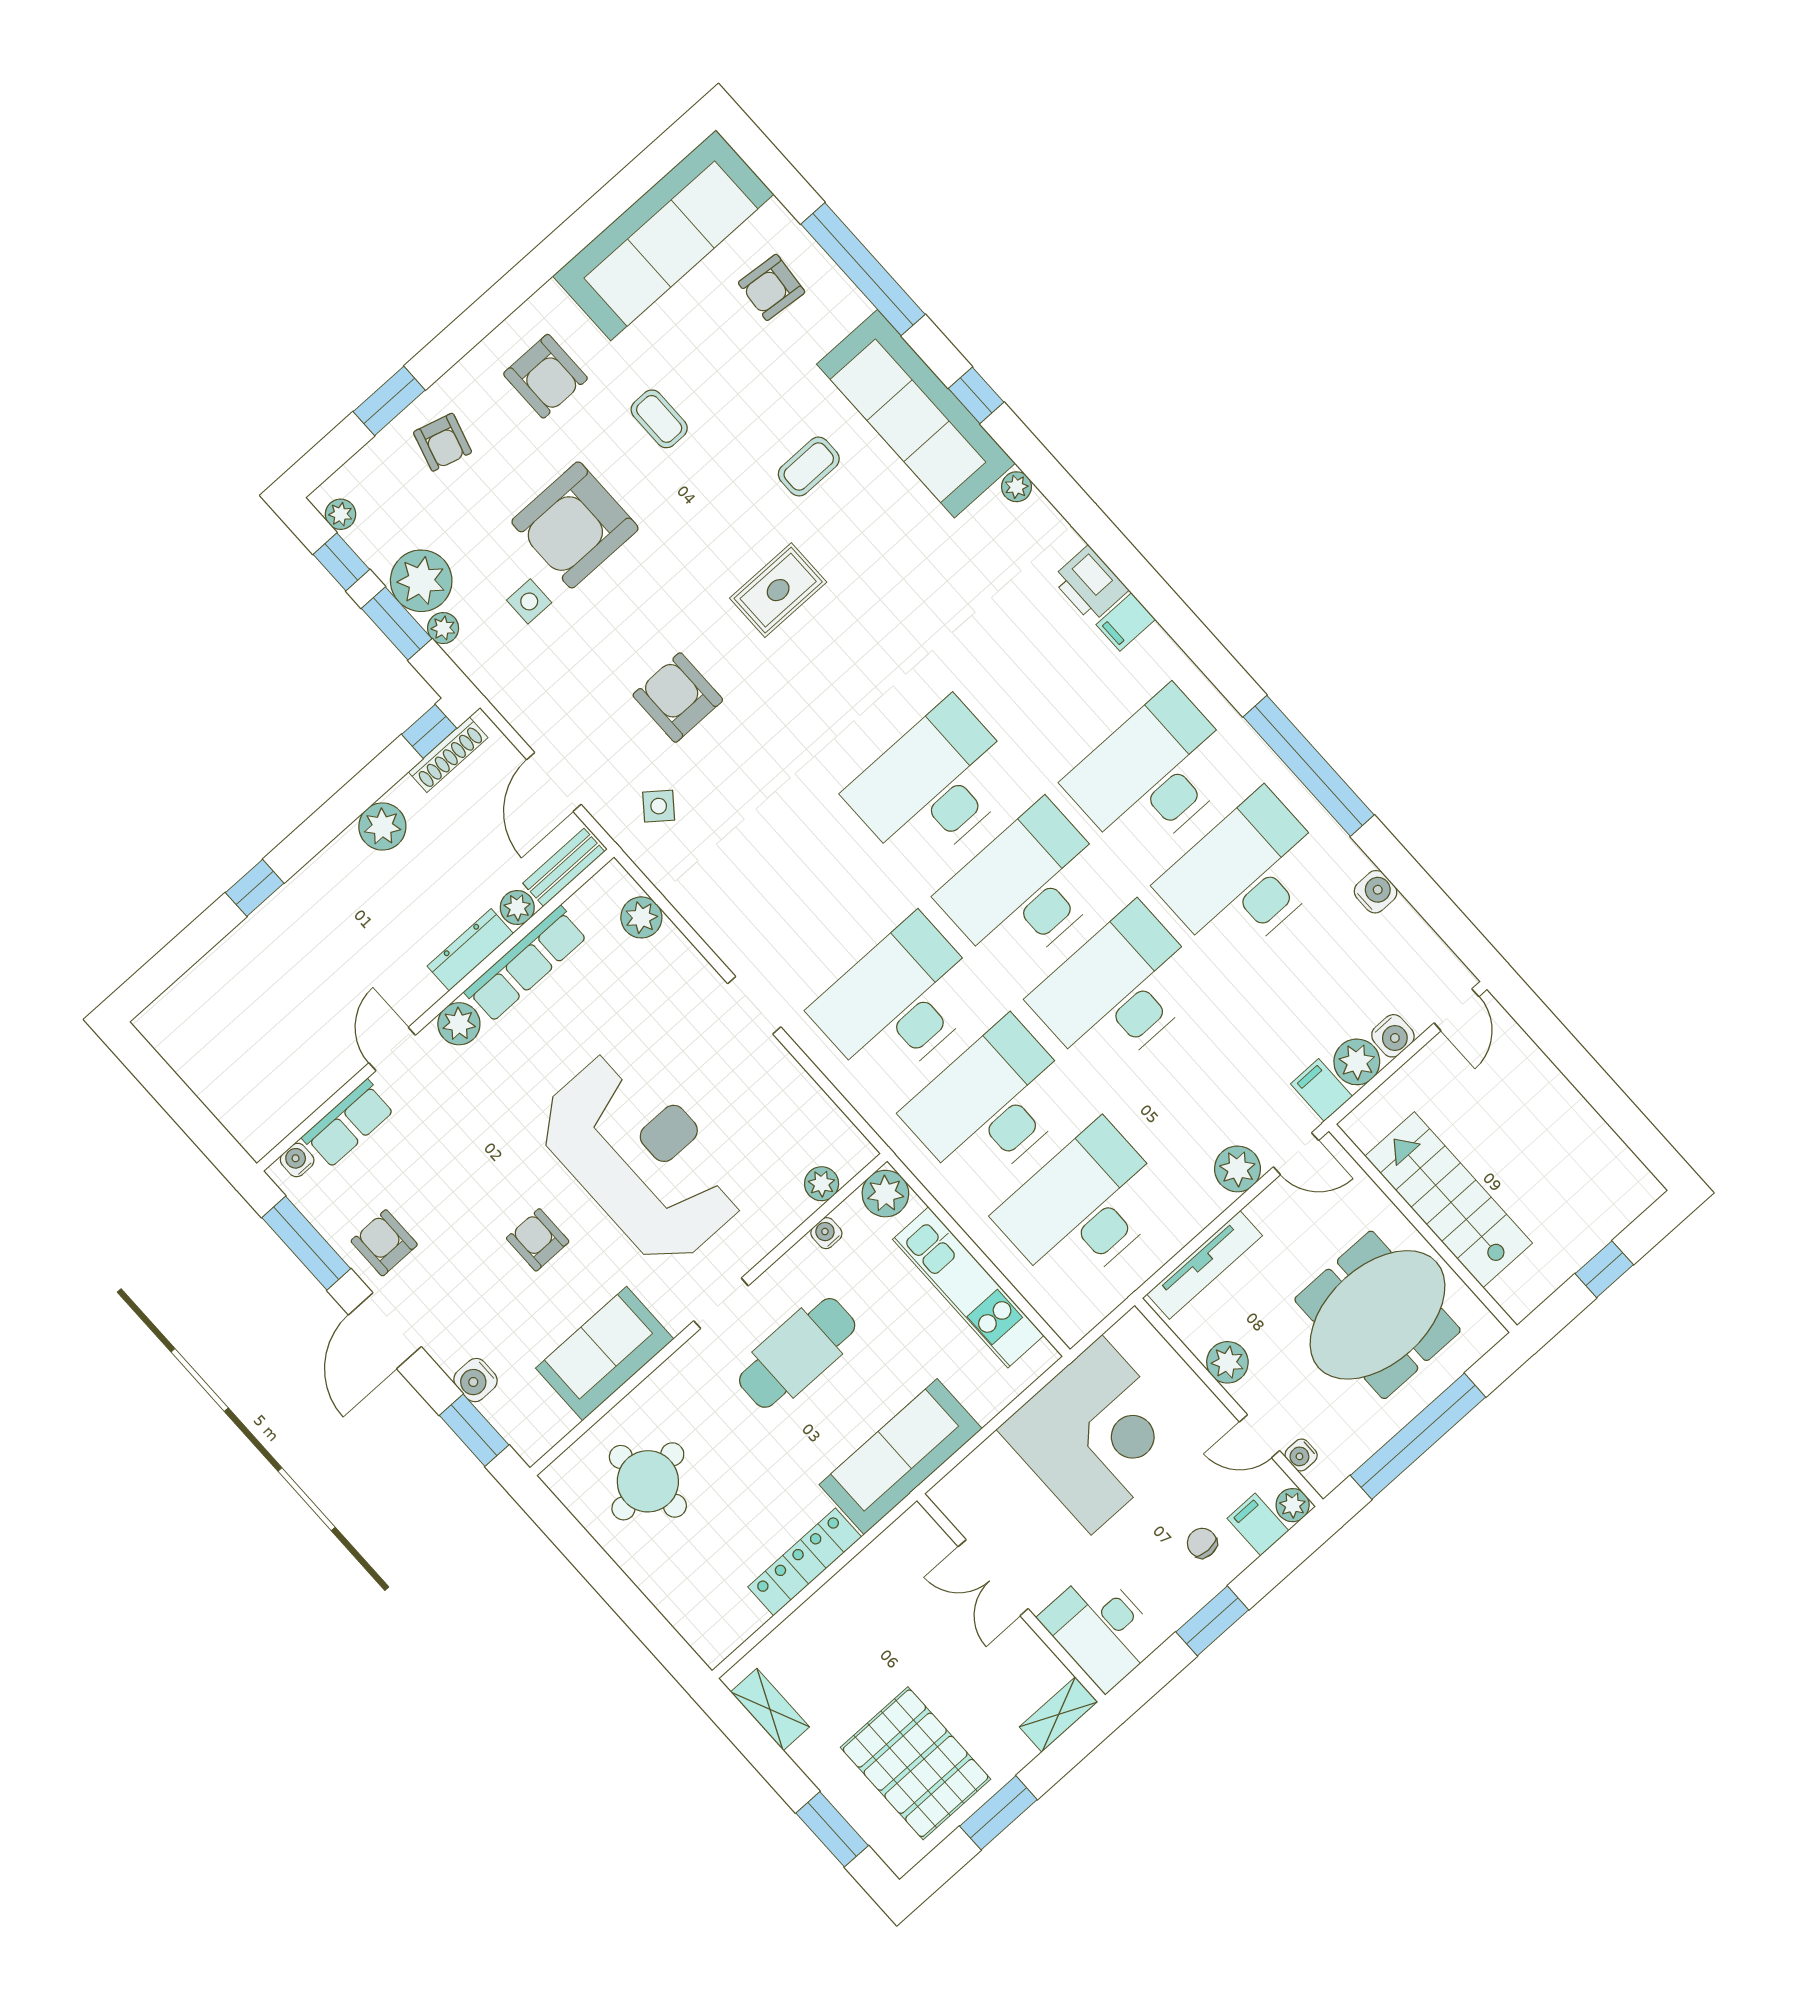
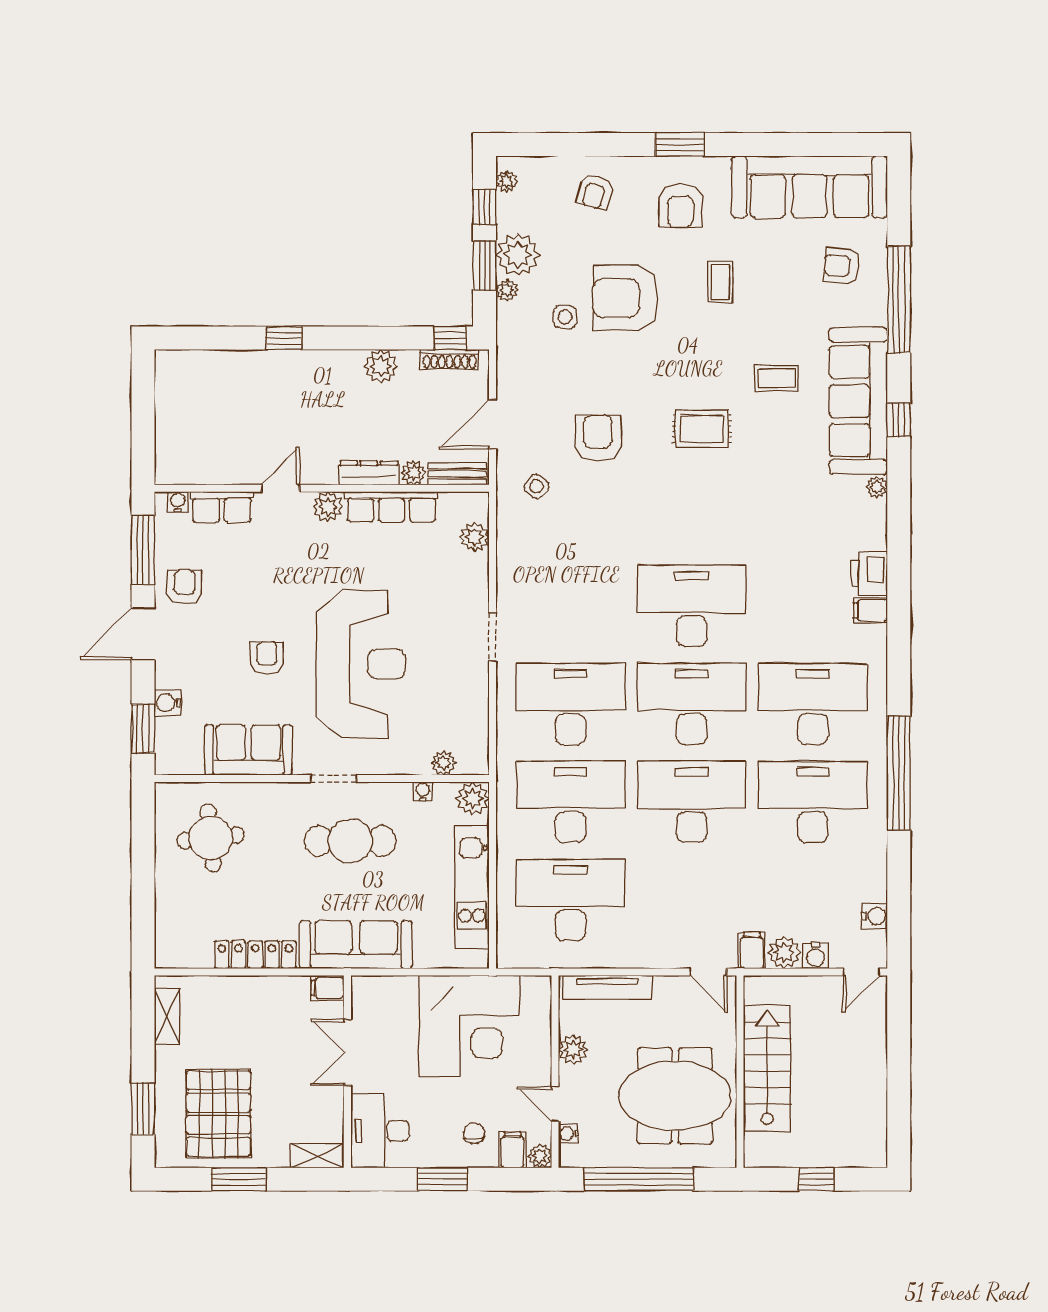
window: (389, 401) -> (680, 145), moved
water cooler: (1376, 892) -> (874, 916), moved
plant: (1238, 1169) -> (670, 952), removed
filing cabinet: (911, 1529) -> (327, 988), added

